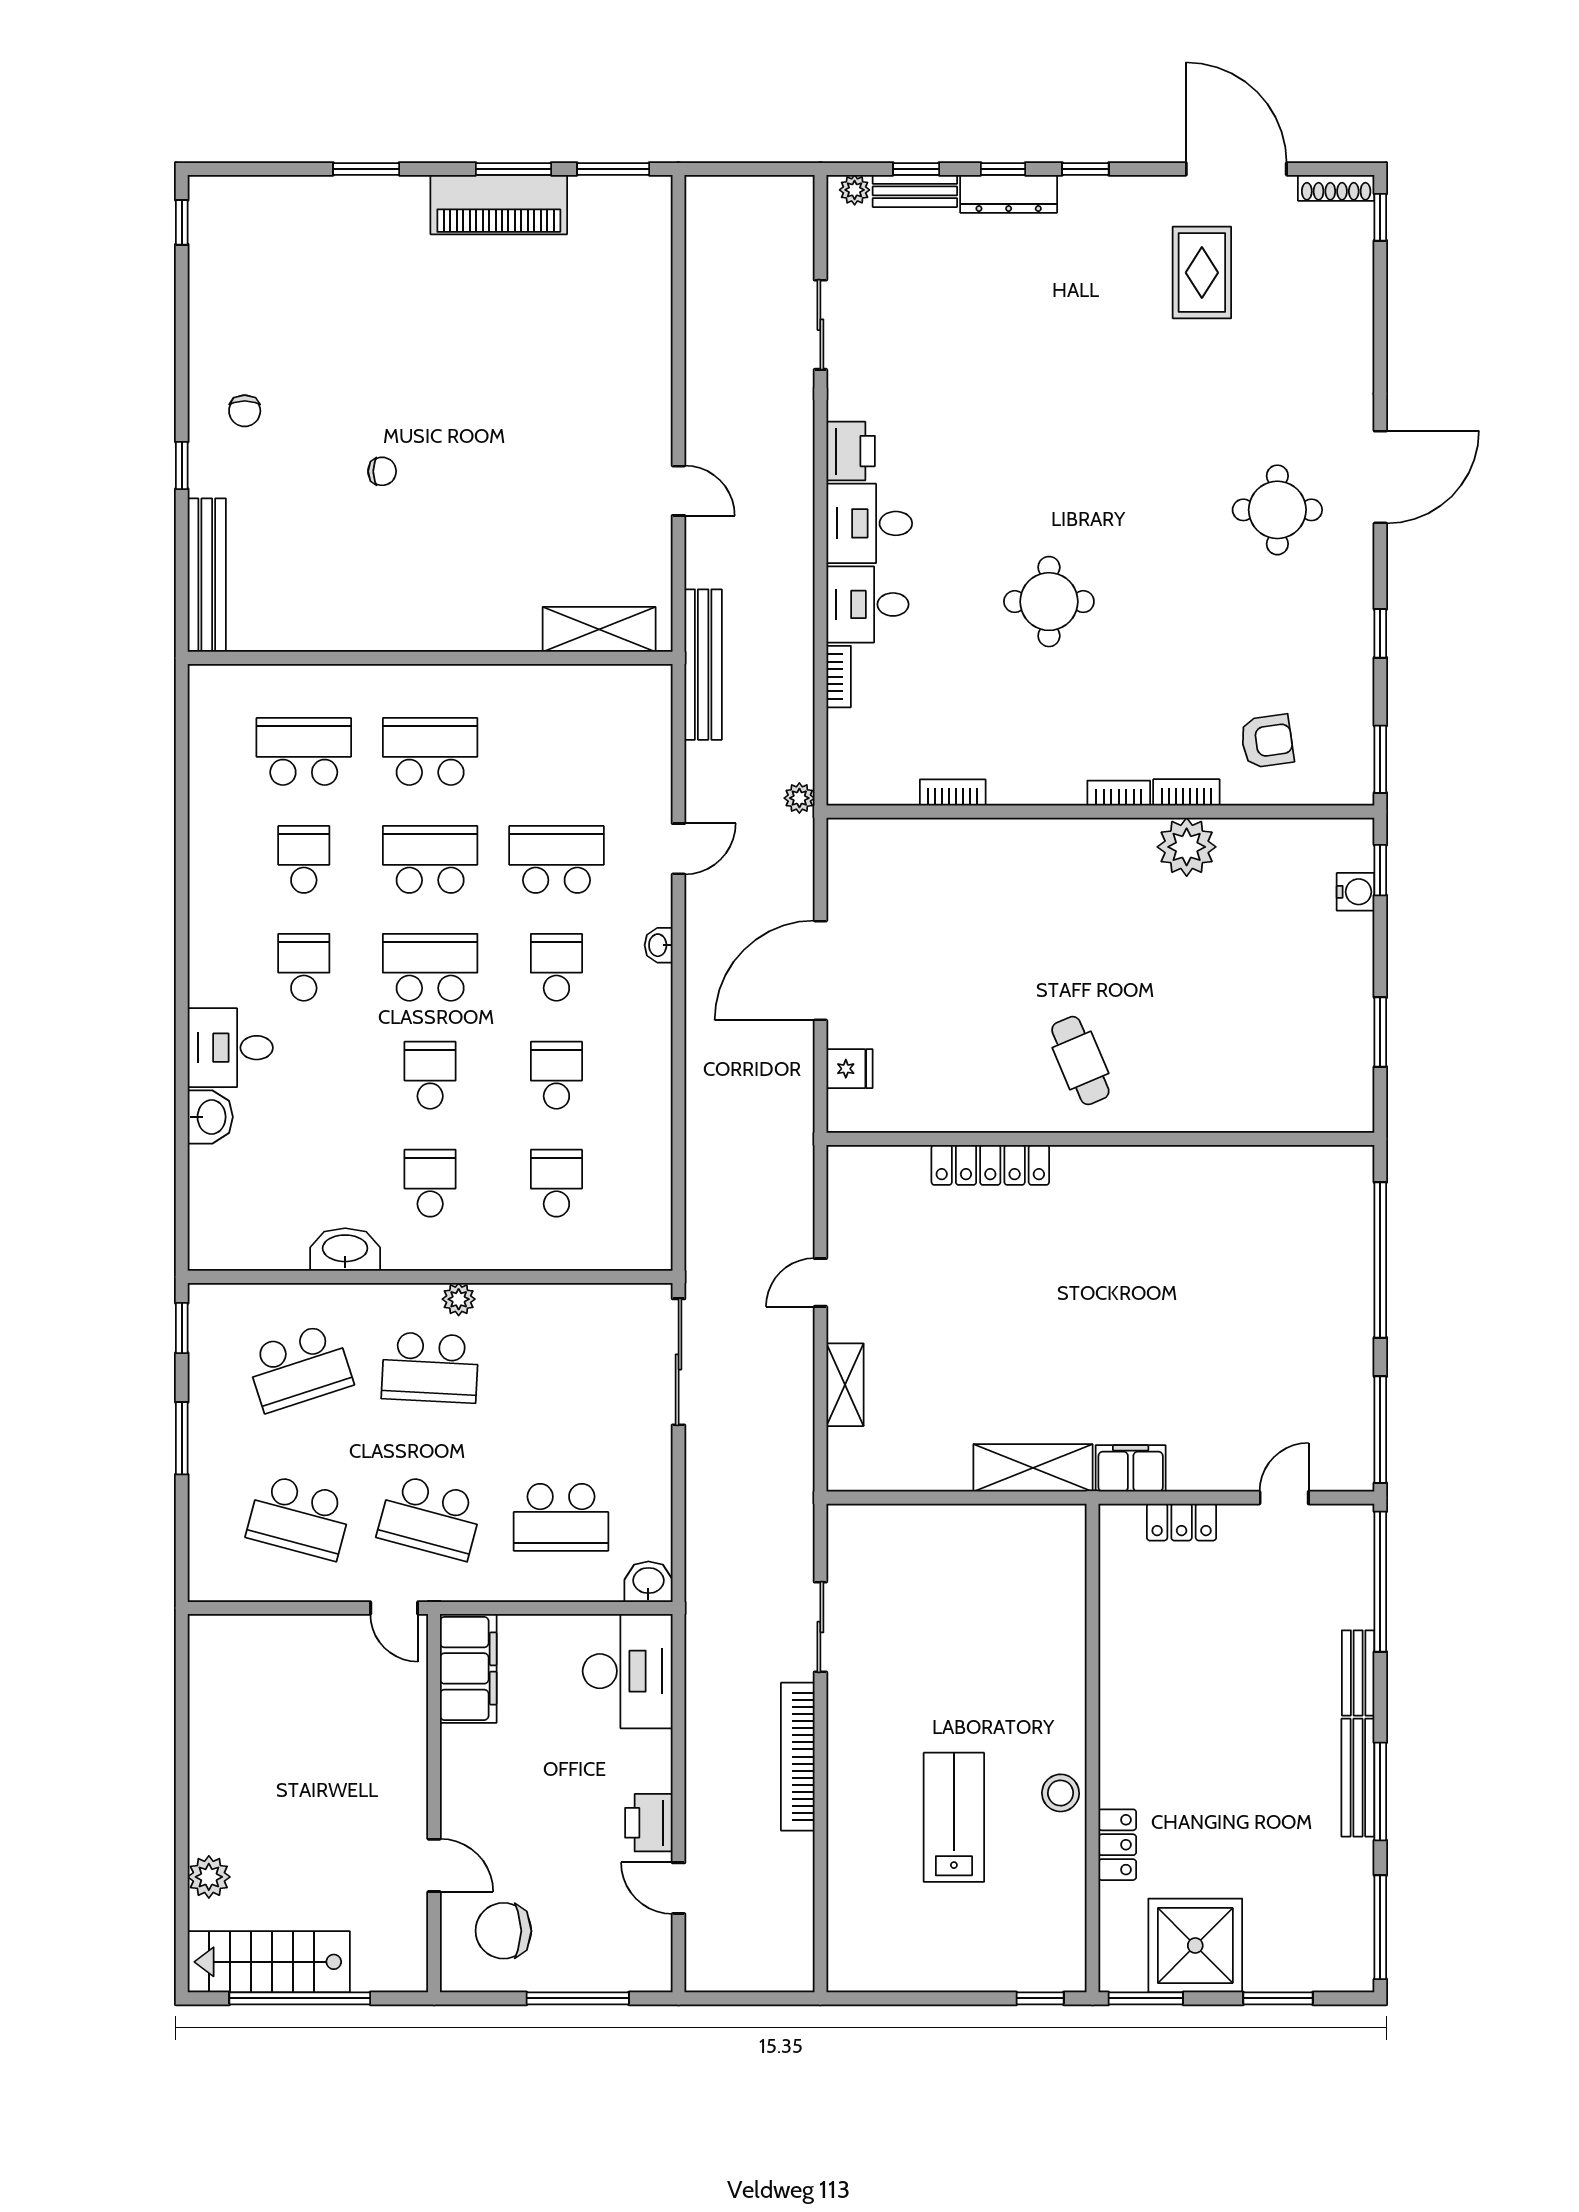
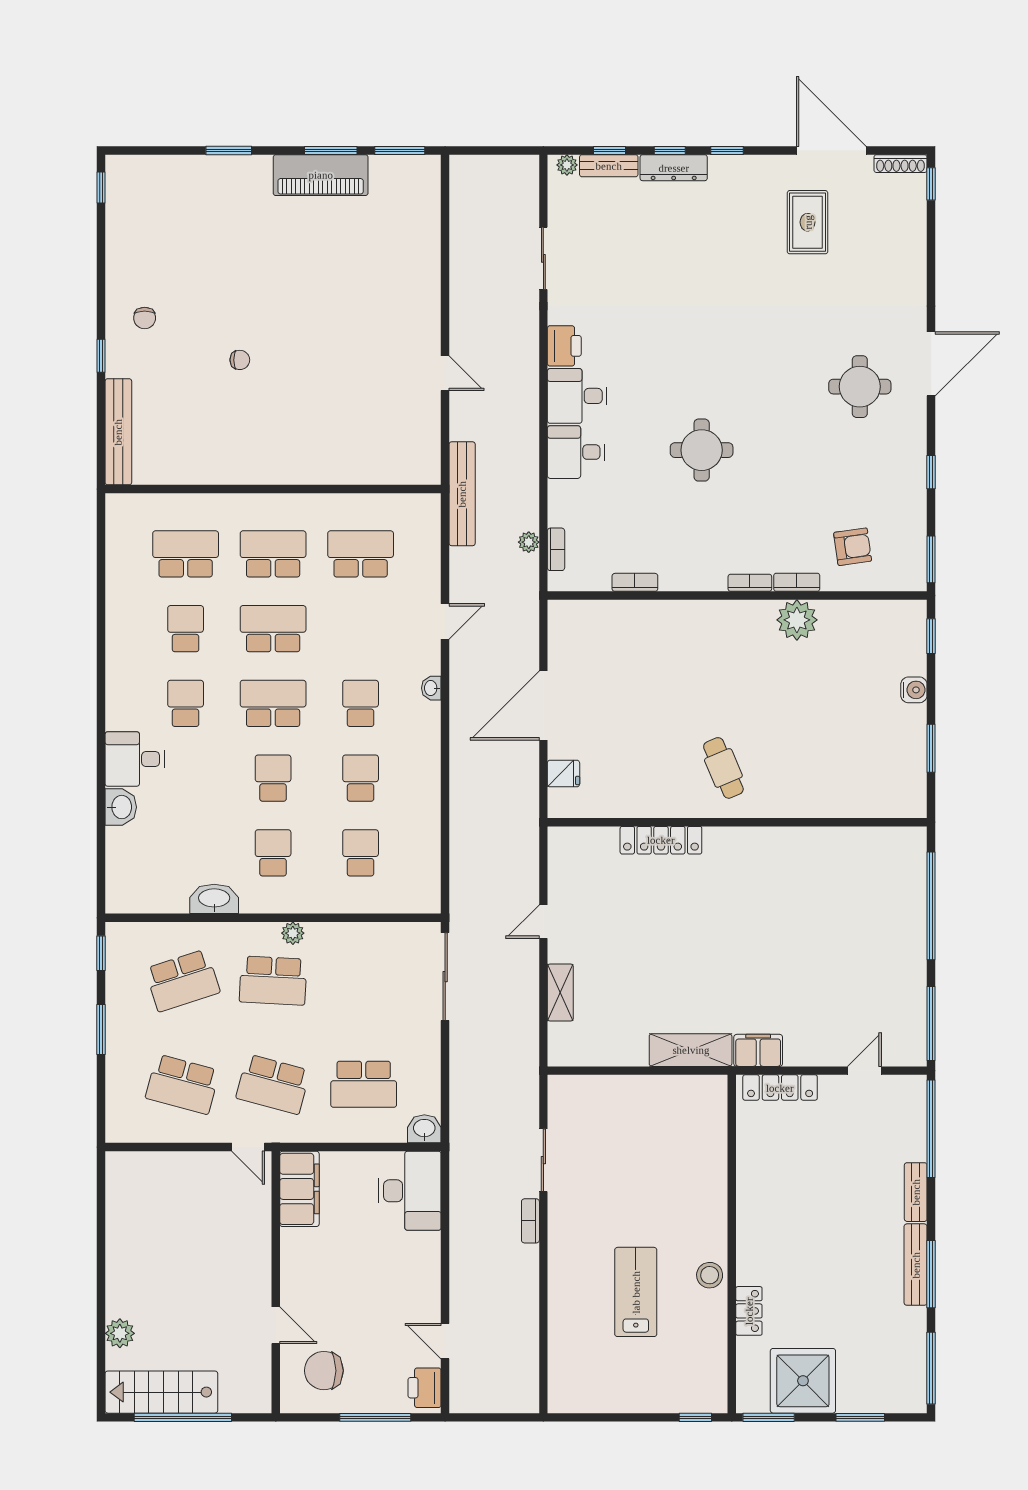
shelving: (599, 629) -> (390, 469), removed
bookcase: (839, 677) -> (556, 549), moved
plant: (799, 798) -> (529, 542), moved
school desk: (556, 859) -> (361, 554), moved
water cooler: (1356, 892) -> (914, 690), moved
locker: (1182, 1522) -> (780, 1088), width x1.53
bookcase: (798, 1757) -> (530, 1221), width x0.43, depth x0.76
printer: (649, 1823) -> (425, 1388), moved

